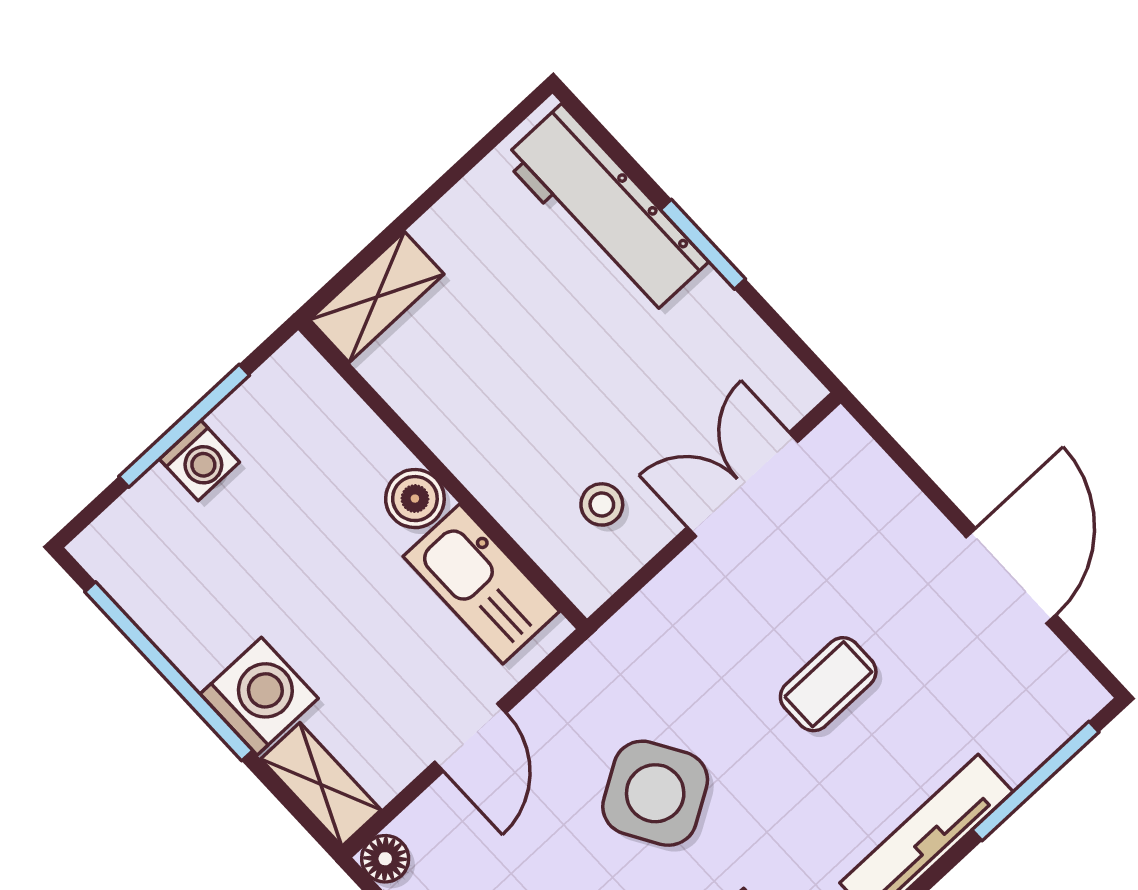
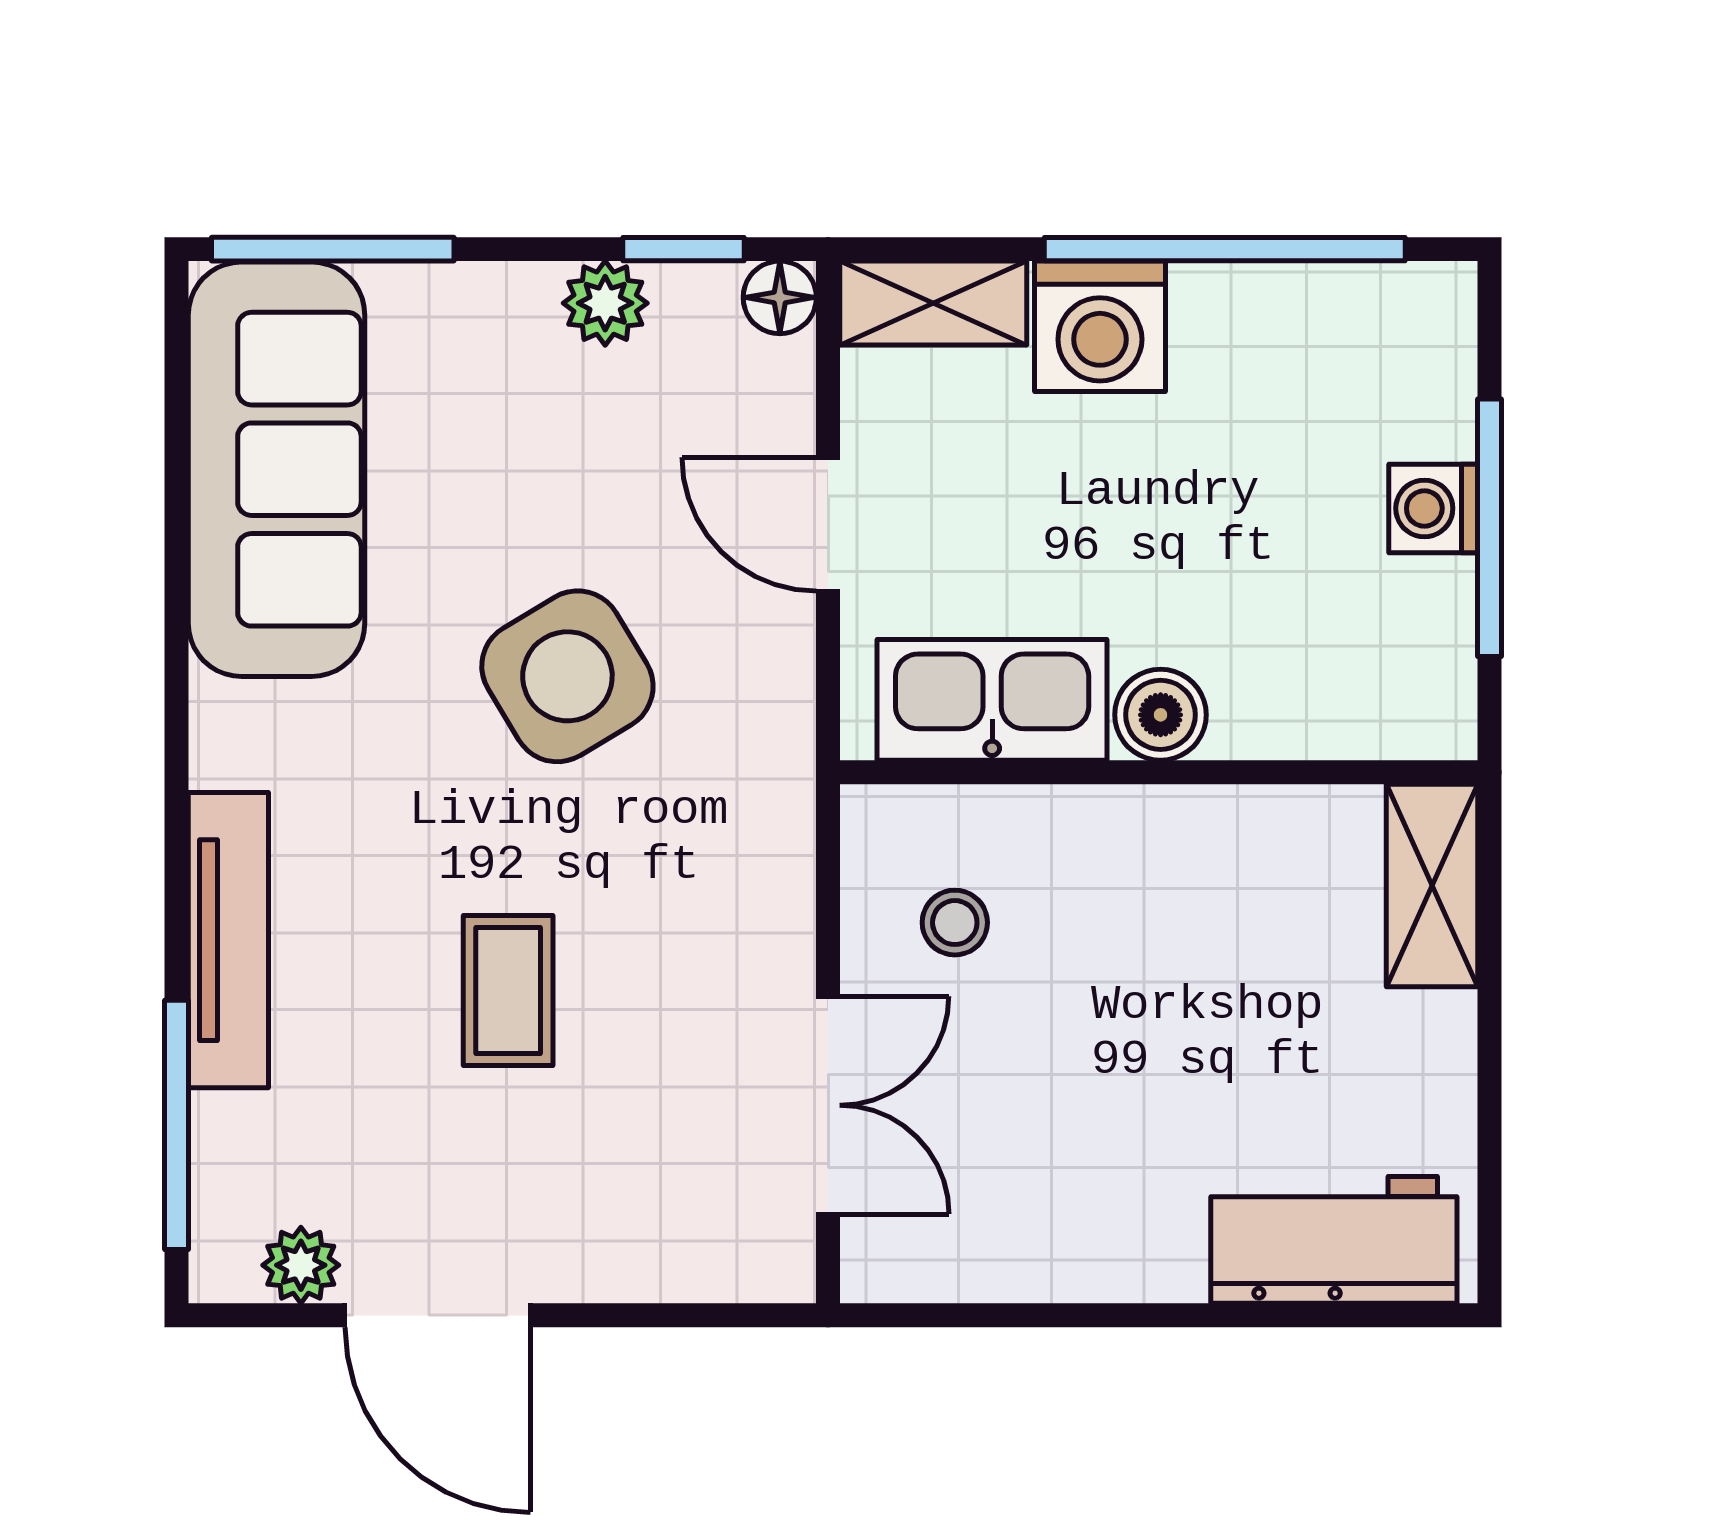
workbench: (606, 210) -> (1334, 1240), width x0.73
window: (703, 244) -> (1145, 1315), removed
plant: (1047, 662) -> (301, 1265), added

